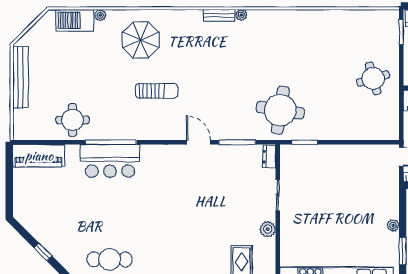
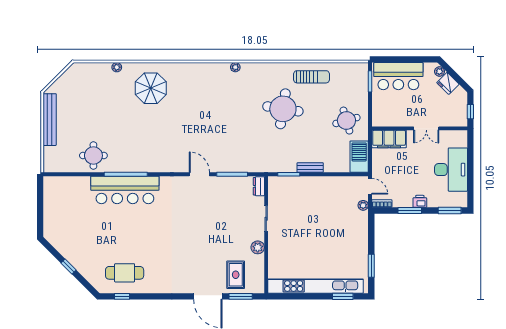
bench: (219, 15) -> (310, 167), moved
barbecue: (75, 20) -> (359, 157), moved, turned 90
sun lounger: (157, 91) -> (312, 77), moved
round table: (280, 110) -> (283, 109), moved
piano: (39, 156) -> (65, 185), removed
bar counter: (110, 161) -> (125, 190), width x1.36
plant: (393, 225) -> (363, 205), moved

